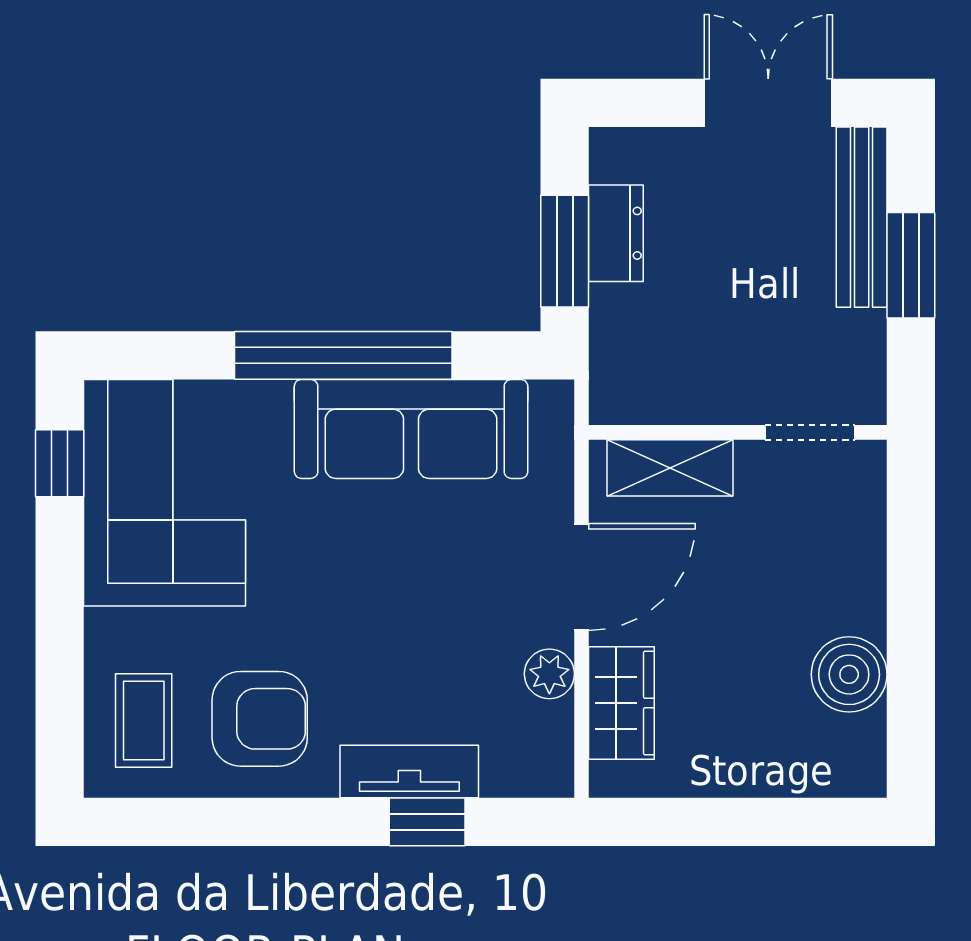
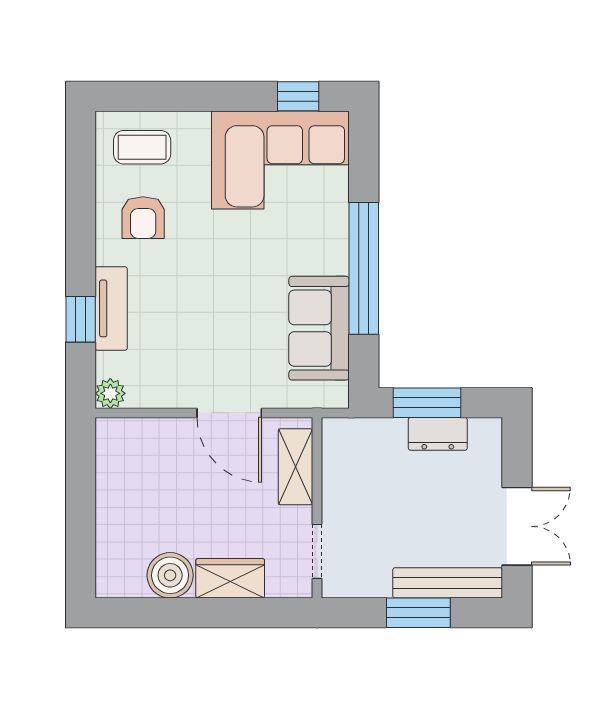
sofa: (411, 429) -> (319, 328), width x0.73
plant: (549, 674) -> (110, 393), moved
wardrobe: (621, 703) -> (230, 578), moved, turned 180
armchair: (260, 719) -> (143, 218), width x0.72, depth x0.72

